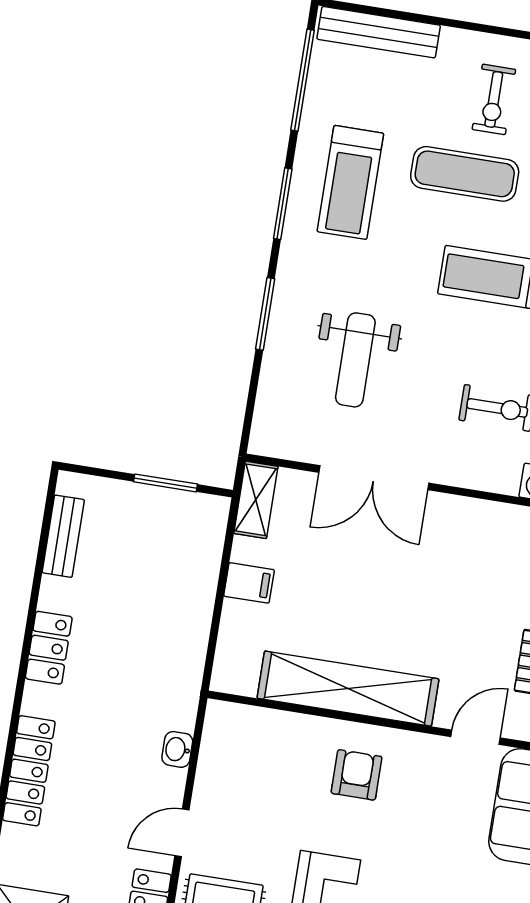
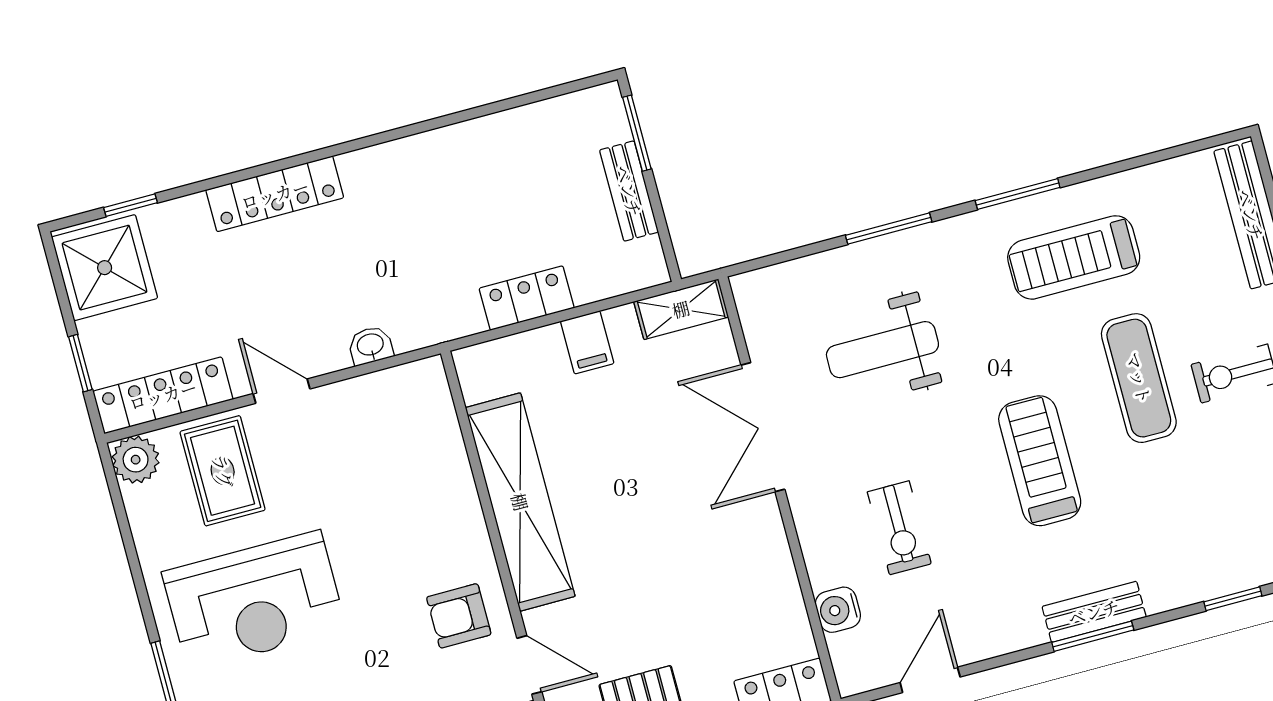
window: (302, 80) -> (1162, 155), removed
window: (165, 483) -> (637, 133), moved
bench: (63, 536) -> (629, 191), moved, turned 90
locker: (49, 648) -> (527, 298), moved, turned 180
armchair: (357, 775) -> (459, 616), moved, turned 180

